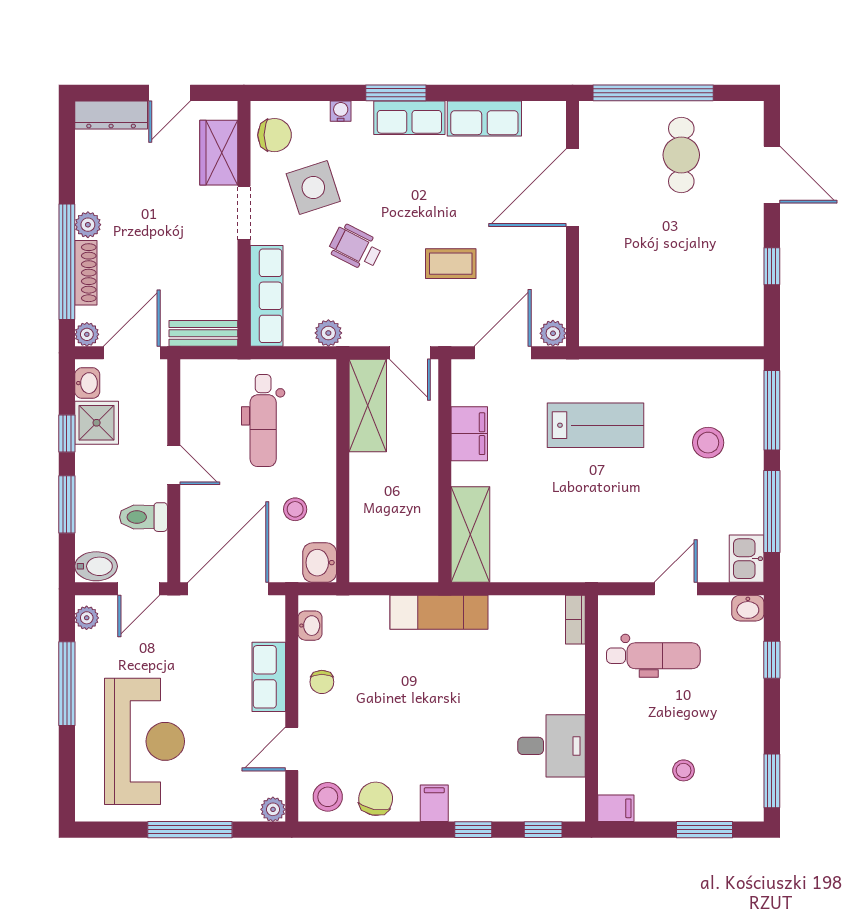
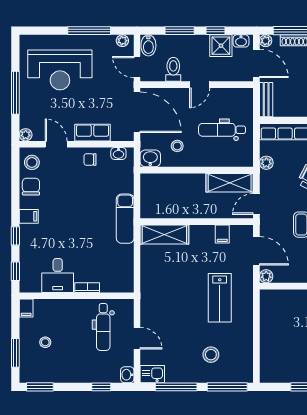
filing cabinet: (469, 434) -> (222, 234), width x0.50
bookcase: (575, 620) -> (87, 288), moved
chair: (376, 799) -> (31, 187), turned -101

